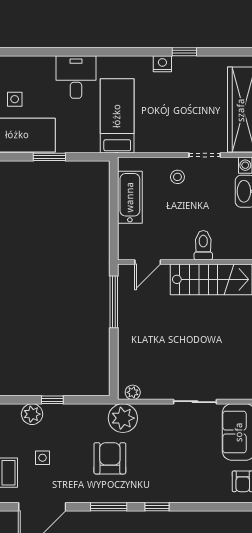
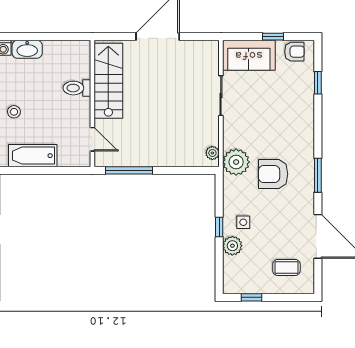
side table: (43, 458) -> (243, 222), moved
window: (157, 507) -> (318, 83), moved

